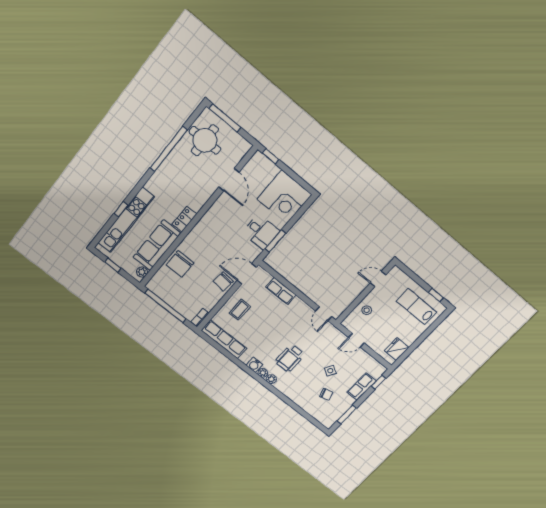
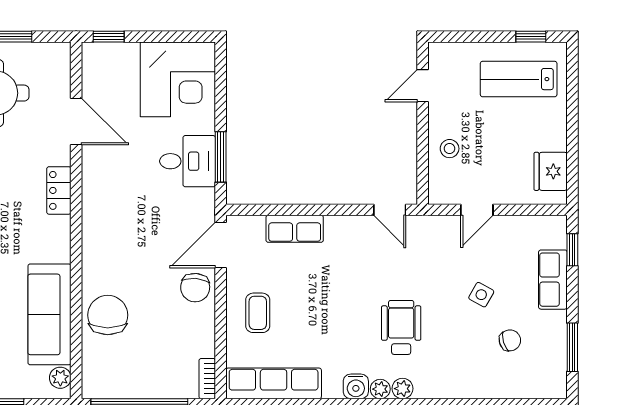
locker: (184, 219) -> (59, 190), moved
chair: (180, 264) -> (108, 315), turned 180
wheelchair: (290, 358) -> (401, 327), turned 180

